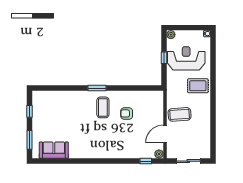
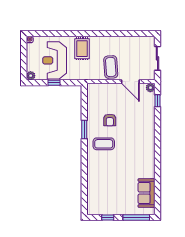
window: (97, 88) -> (84, 129), moved
window: (29, 140) -> (136, 217), width x1.44

